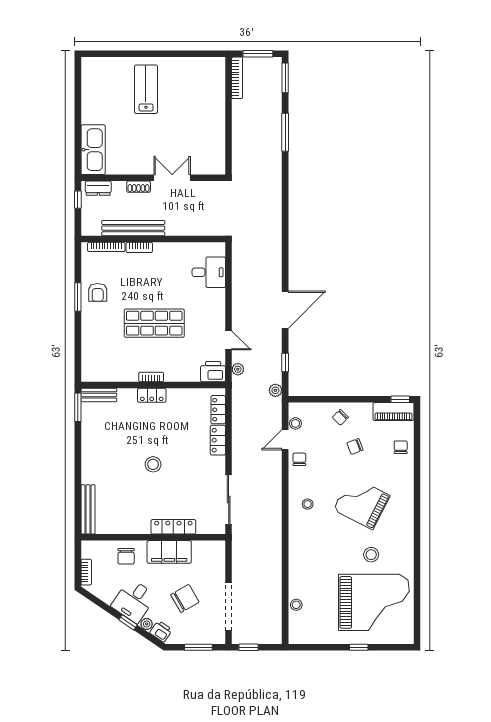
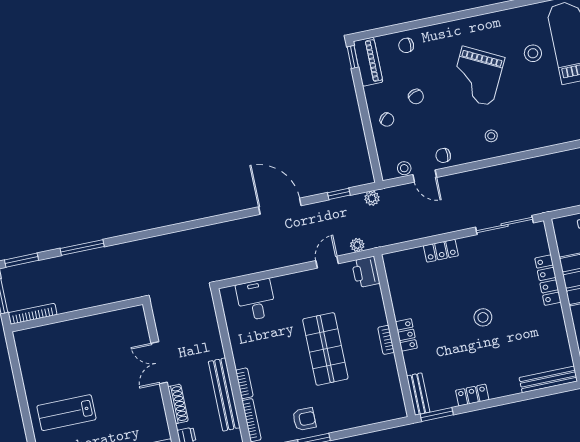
shoe rack: (139, 187) -> (178, 404), width x1.43
locker: (218, 410) -> (472, 395), moved, turned 180

